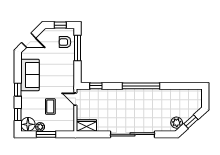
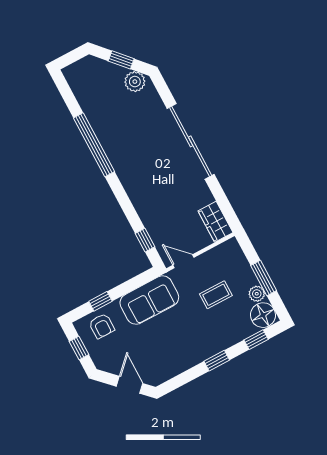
window: (77, 48) -> (101, 301), width x0.46
sofa: (30, 75) -> (149, 300), moved, turned 180
window: (141, 86) -> (94, 145), moved
door: (75, 99) -> (183, 261), swing flipped

